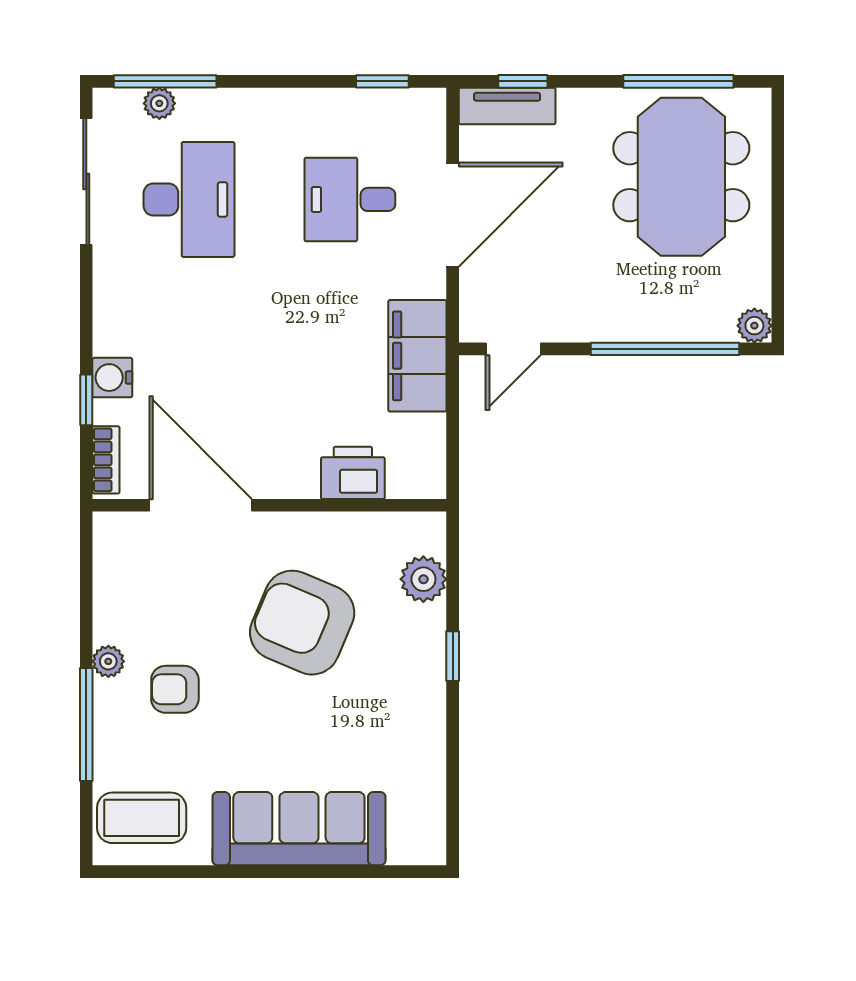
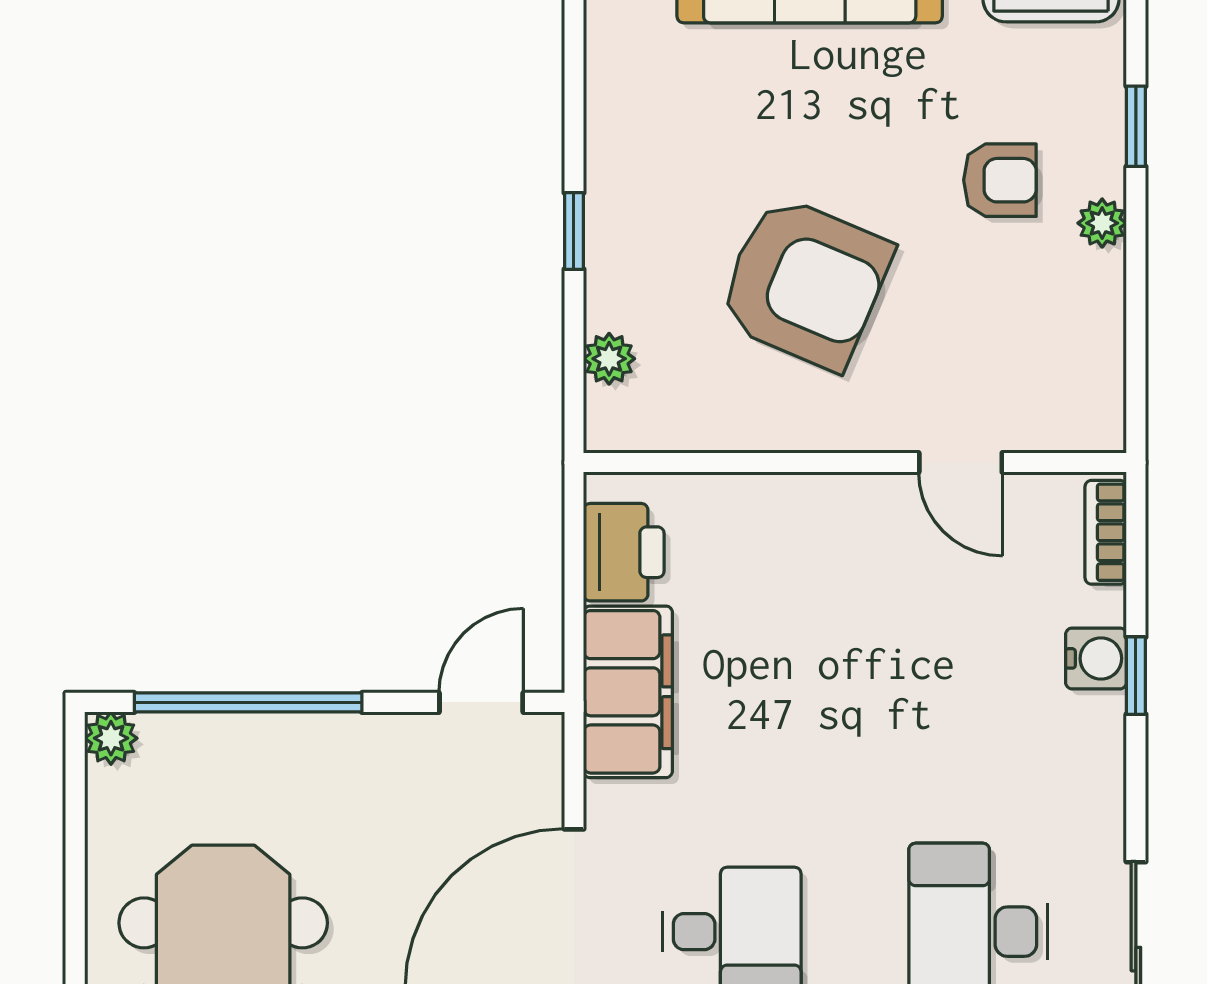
window: (86, 400) -> (1136, 676), moved
printer: (353, 473) -> (624, 552), moved, turned -90
door: (201, 505) -> (961, 462), width x0.53
plant: (423, 579) -> (609, 359), width x0.73, depth x0.73
window: (86, 724) -> (1136, 126), width x0.46

